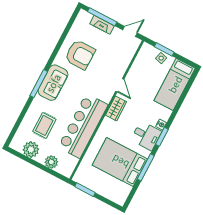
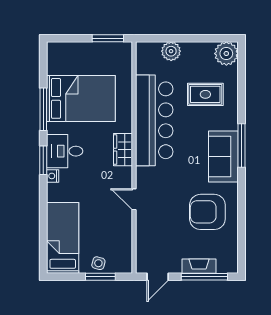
wardrobe: (116, 108) -> (123, 150), moved
rug: (44, 125) -> (205, 94), turned 90
plant: (31, 150) -> (226, 54), moved

